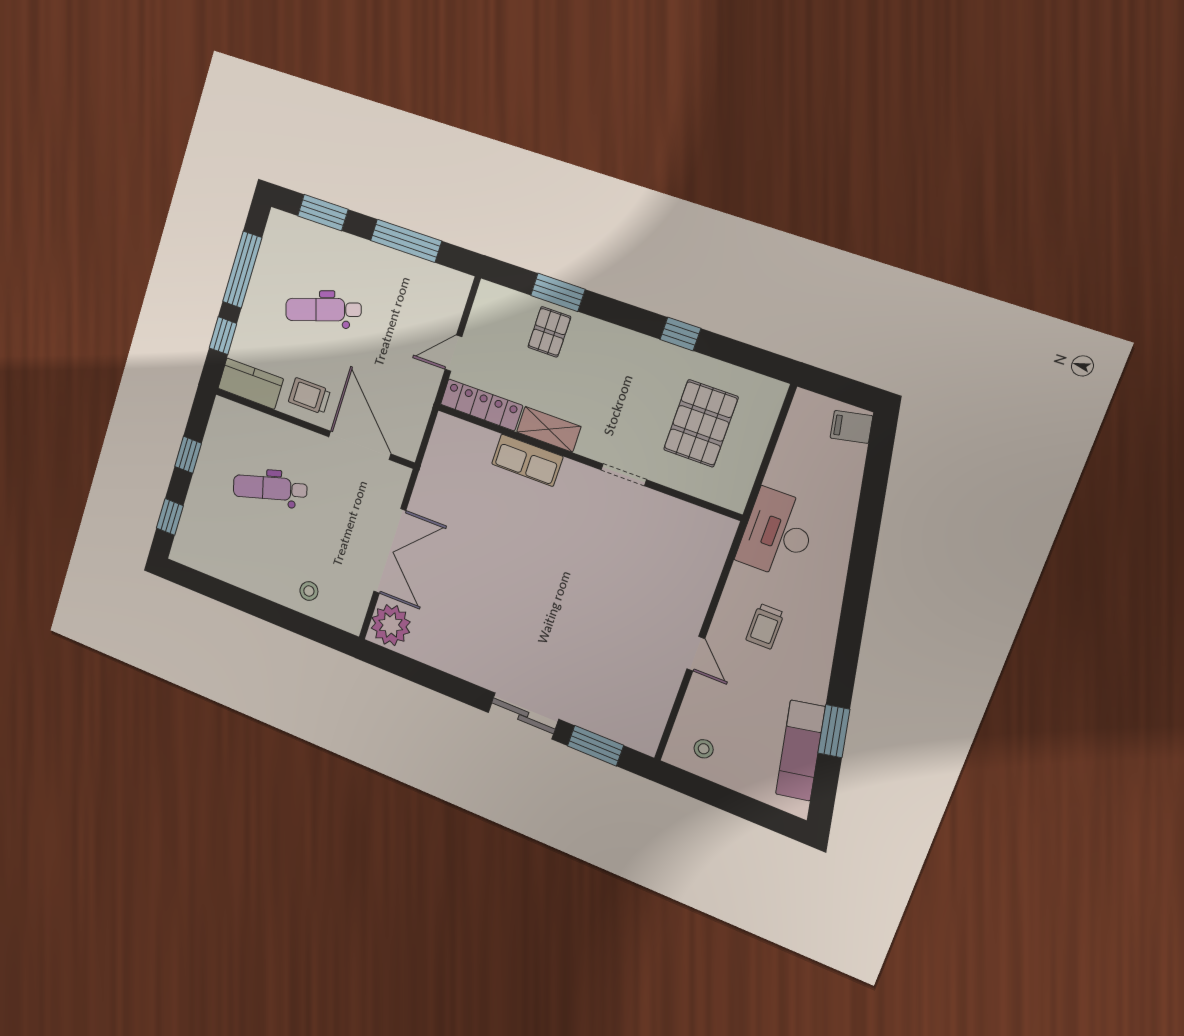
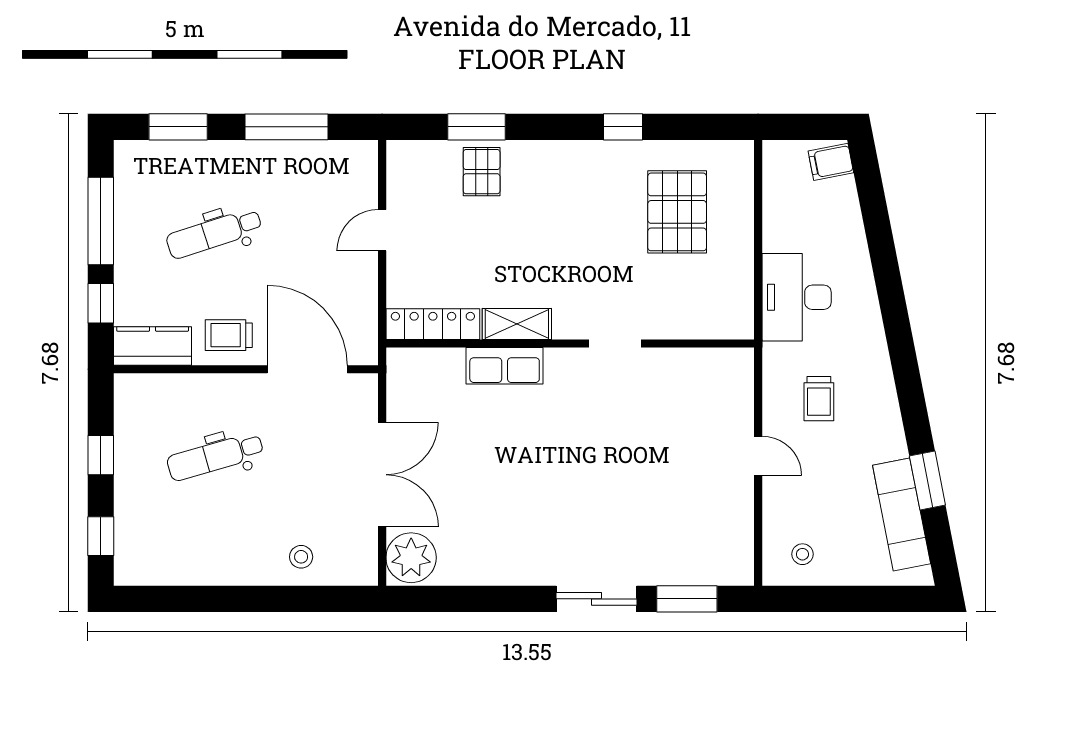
locker: (481, 405) -> (433, 324), moved
shelving: (549, 429) -> (517, 324), moved
row of seats: (527, 460) -> (505, 366), moved
wall: (587, 461) -> (570, 343), moved
doorway: (624, 475) -> (615, 343), moved

